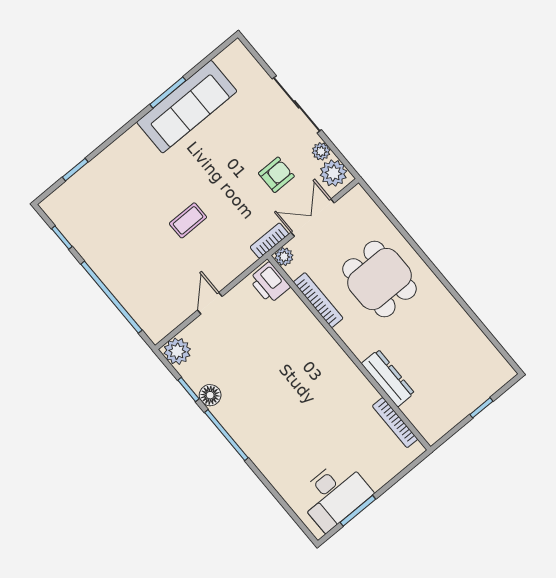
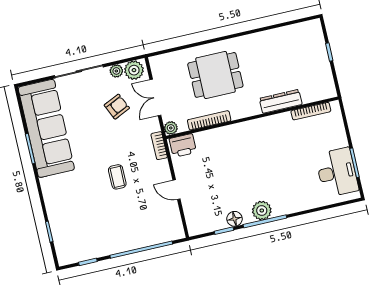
sofa: (187, 107) -> (46, 128), width x1.36, depth x1.27
armchair: (276, 175) -> (117, 107), turned 65
bookcase: (269, 241) -> (159, 146), moved
plant: (177, 351) -> (262, 211), moved

